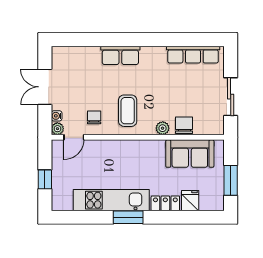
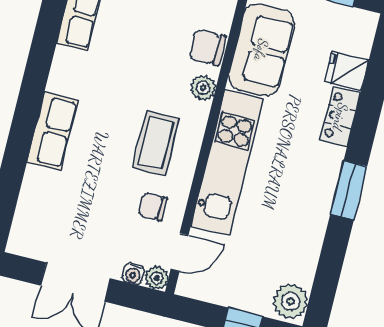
coffee table: (128, 111) -> (156, 143), turned 90
door: (74, 137) -> (180, 252), hinge flipped
kitchen unit: (111, 200) -> (227, 162), moved, turned 180
plant: (63, 201) -> (290, 301), added

